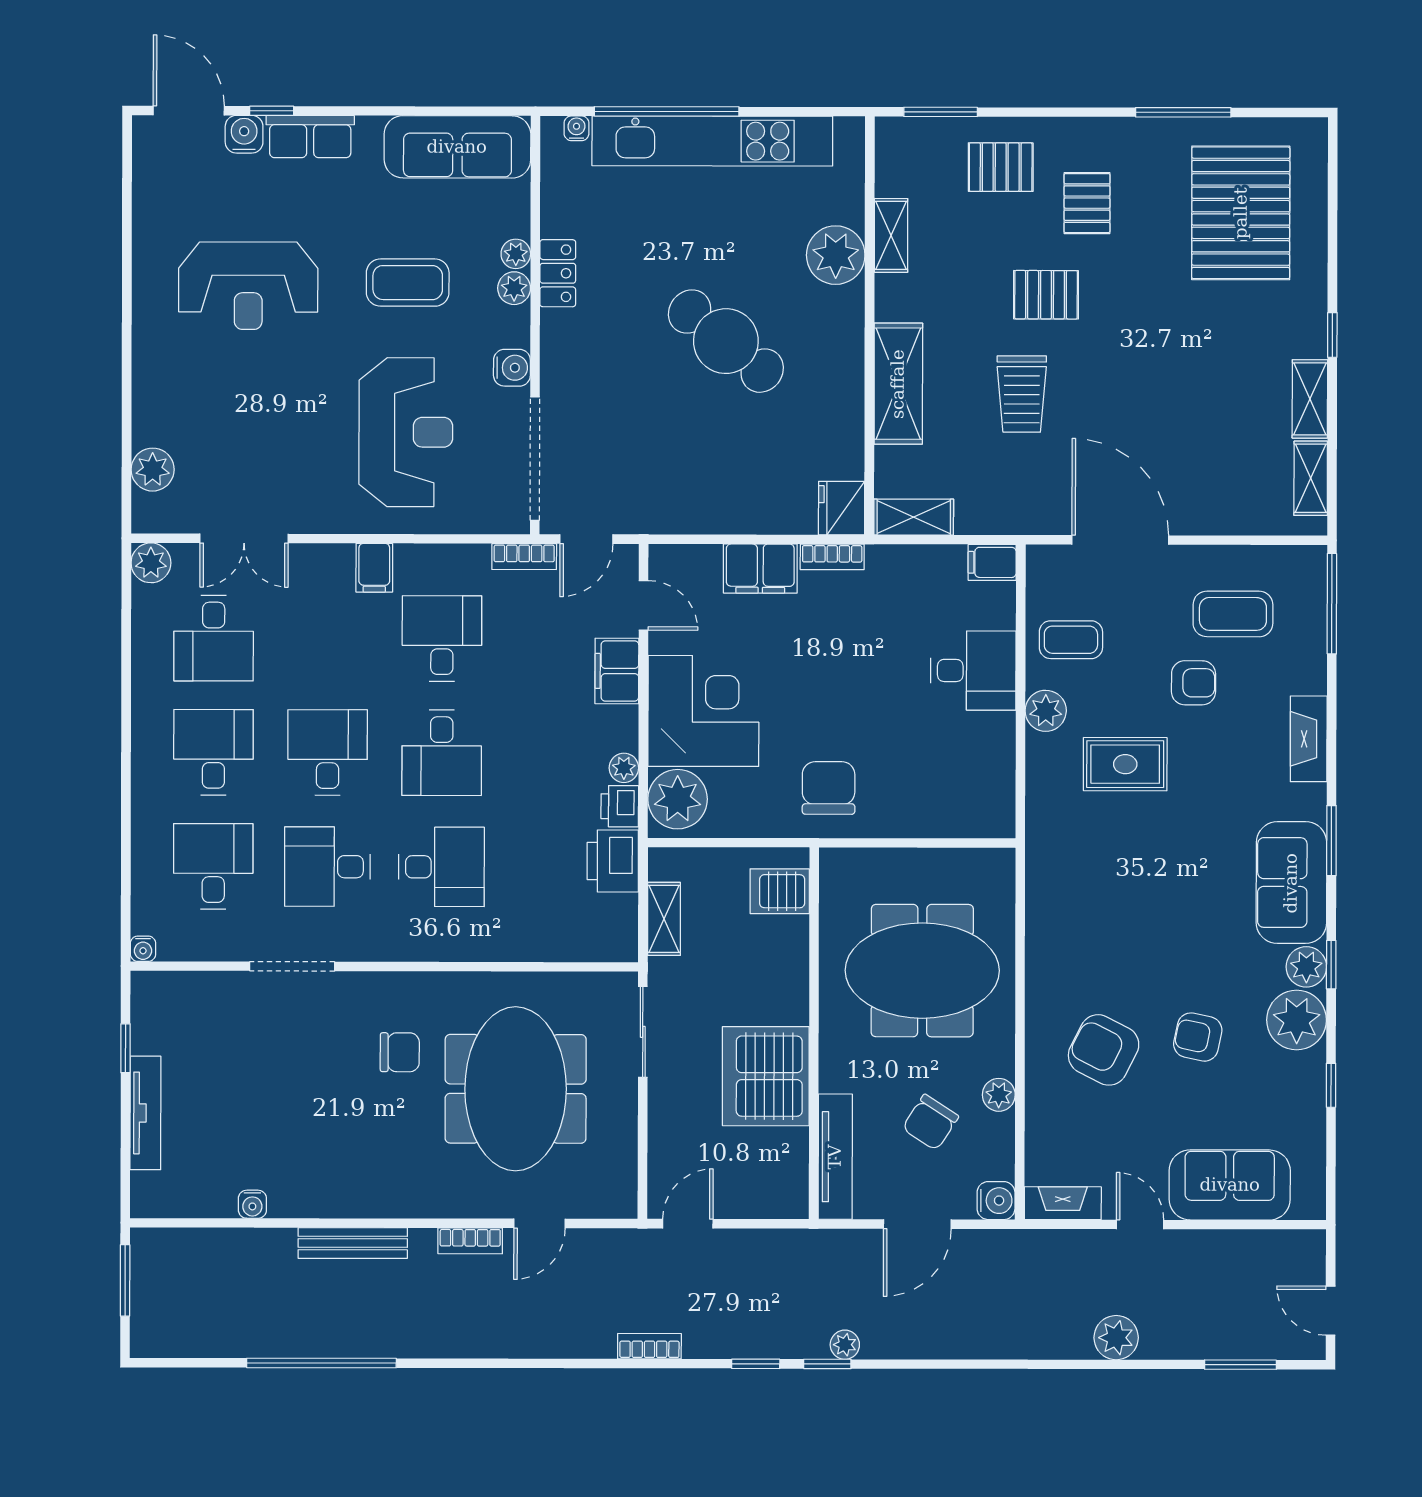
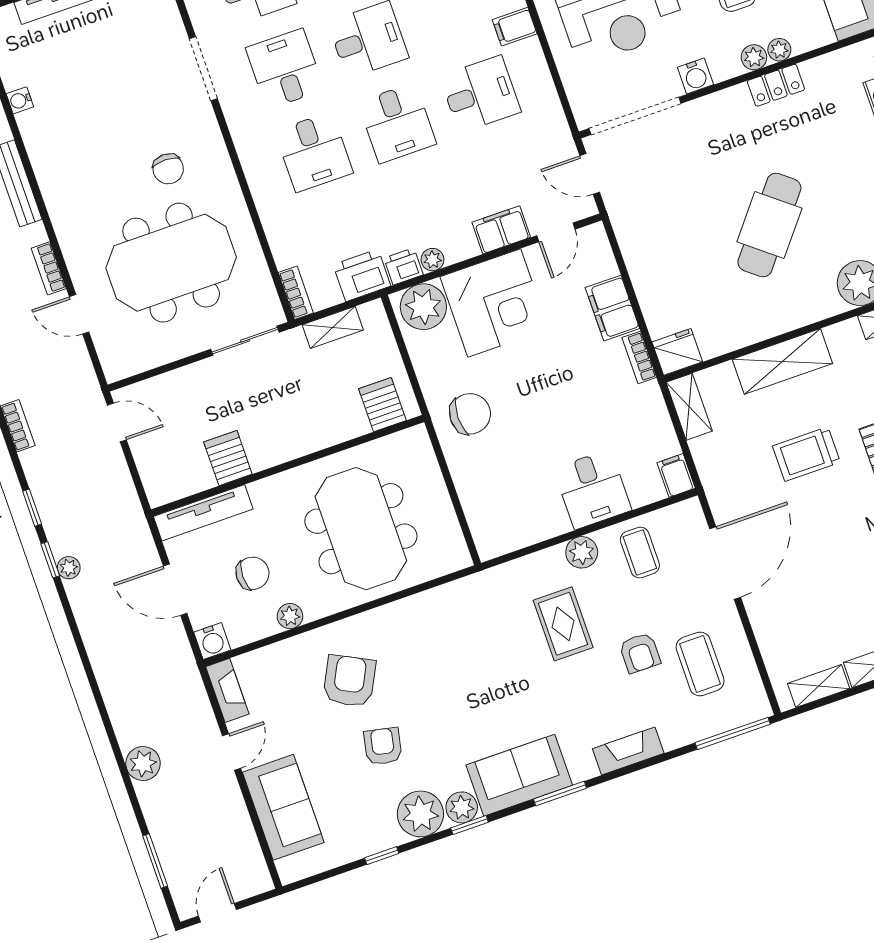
bookcase: (524, 557) -> (296, 293), moved, turned 180
desk: (442, 753) -> (397, 123), turned -90
server rack: (766, 1076) -> (228, 458), width x0.46, depth x0.70
chair: (930, 1122) -> (252, 573), turned 147

